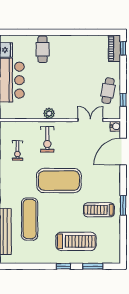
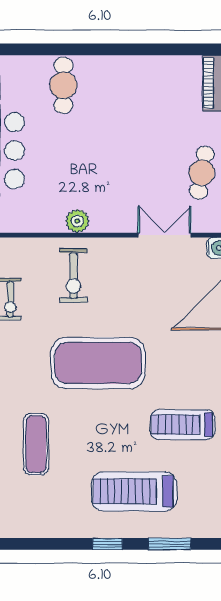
exercise mat: (30, 219) -> (36, 444), width x0.73, depth x0.69
treadmill: (76, 241) -> (134, 491), turned 180

